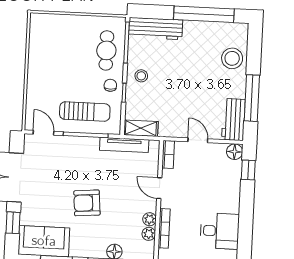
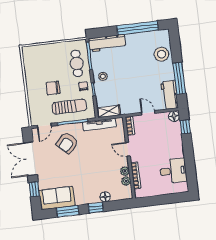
chair: (66, 80) -> (53, 88), added
door: (43, 133) -> (44, 126), swing flipped
armchair: (87, 203) -> (67, 143), moved, turned -42

